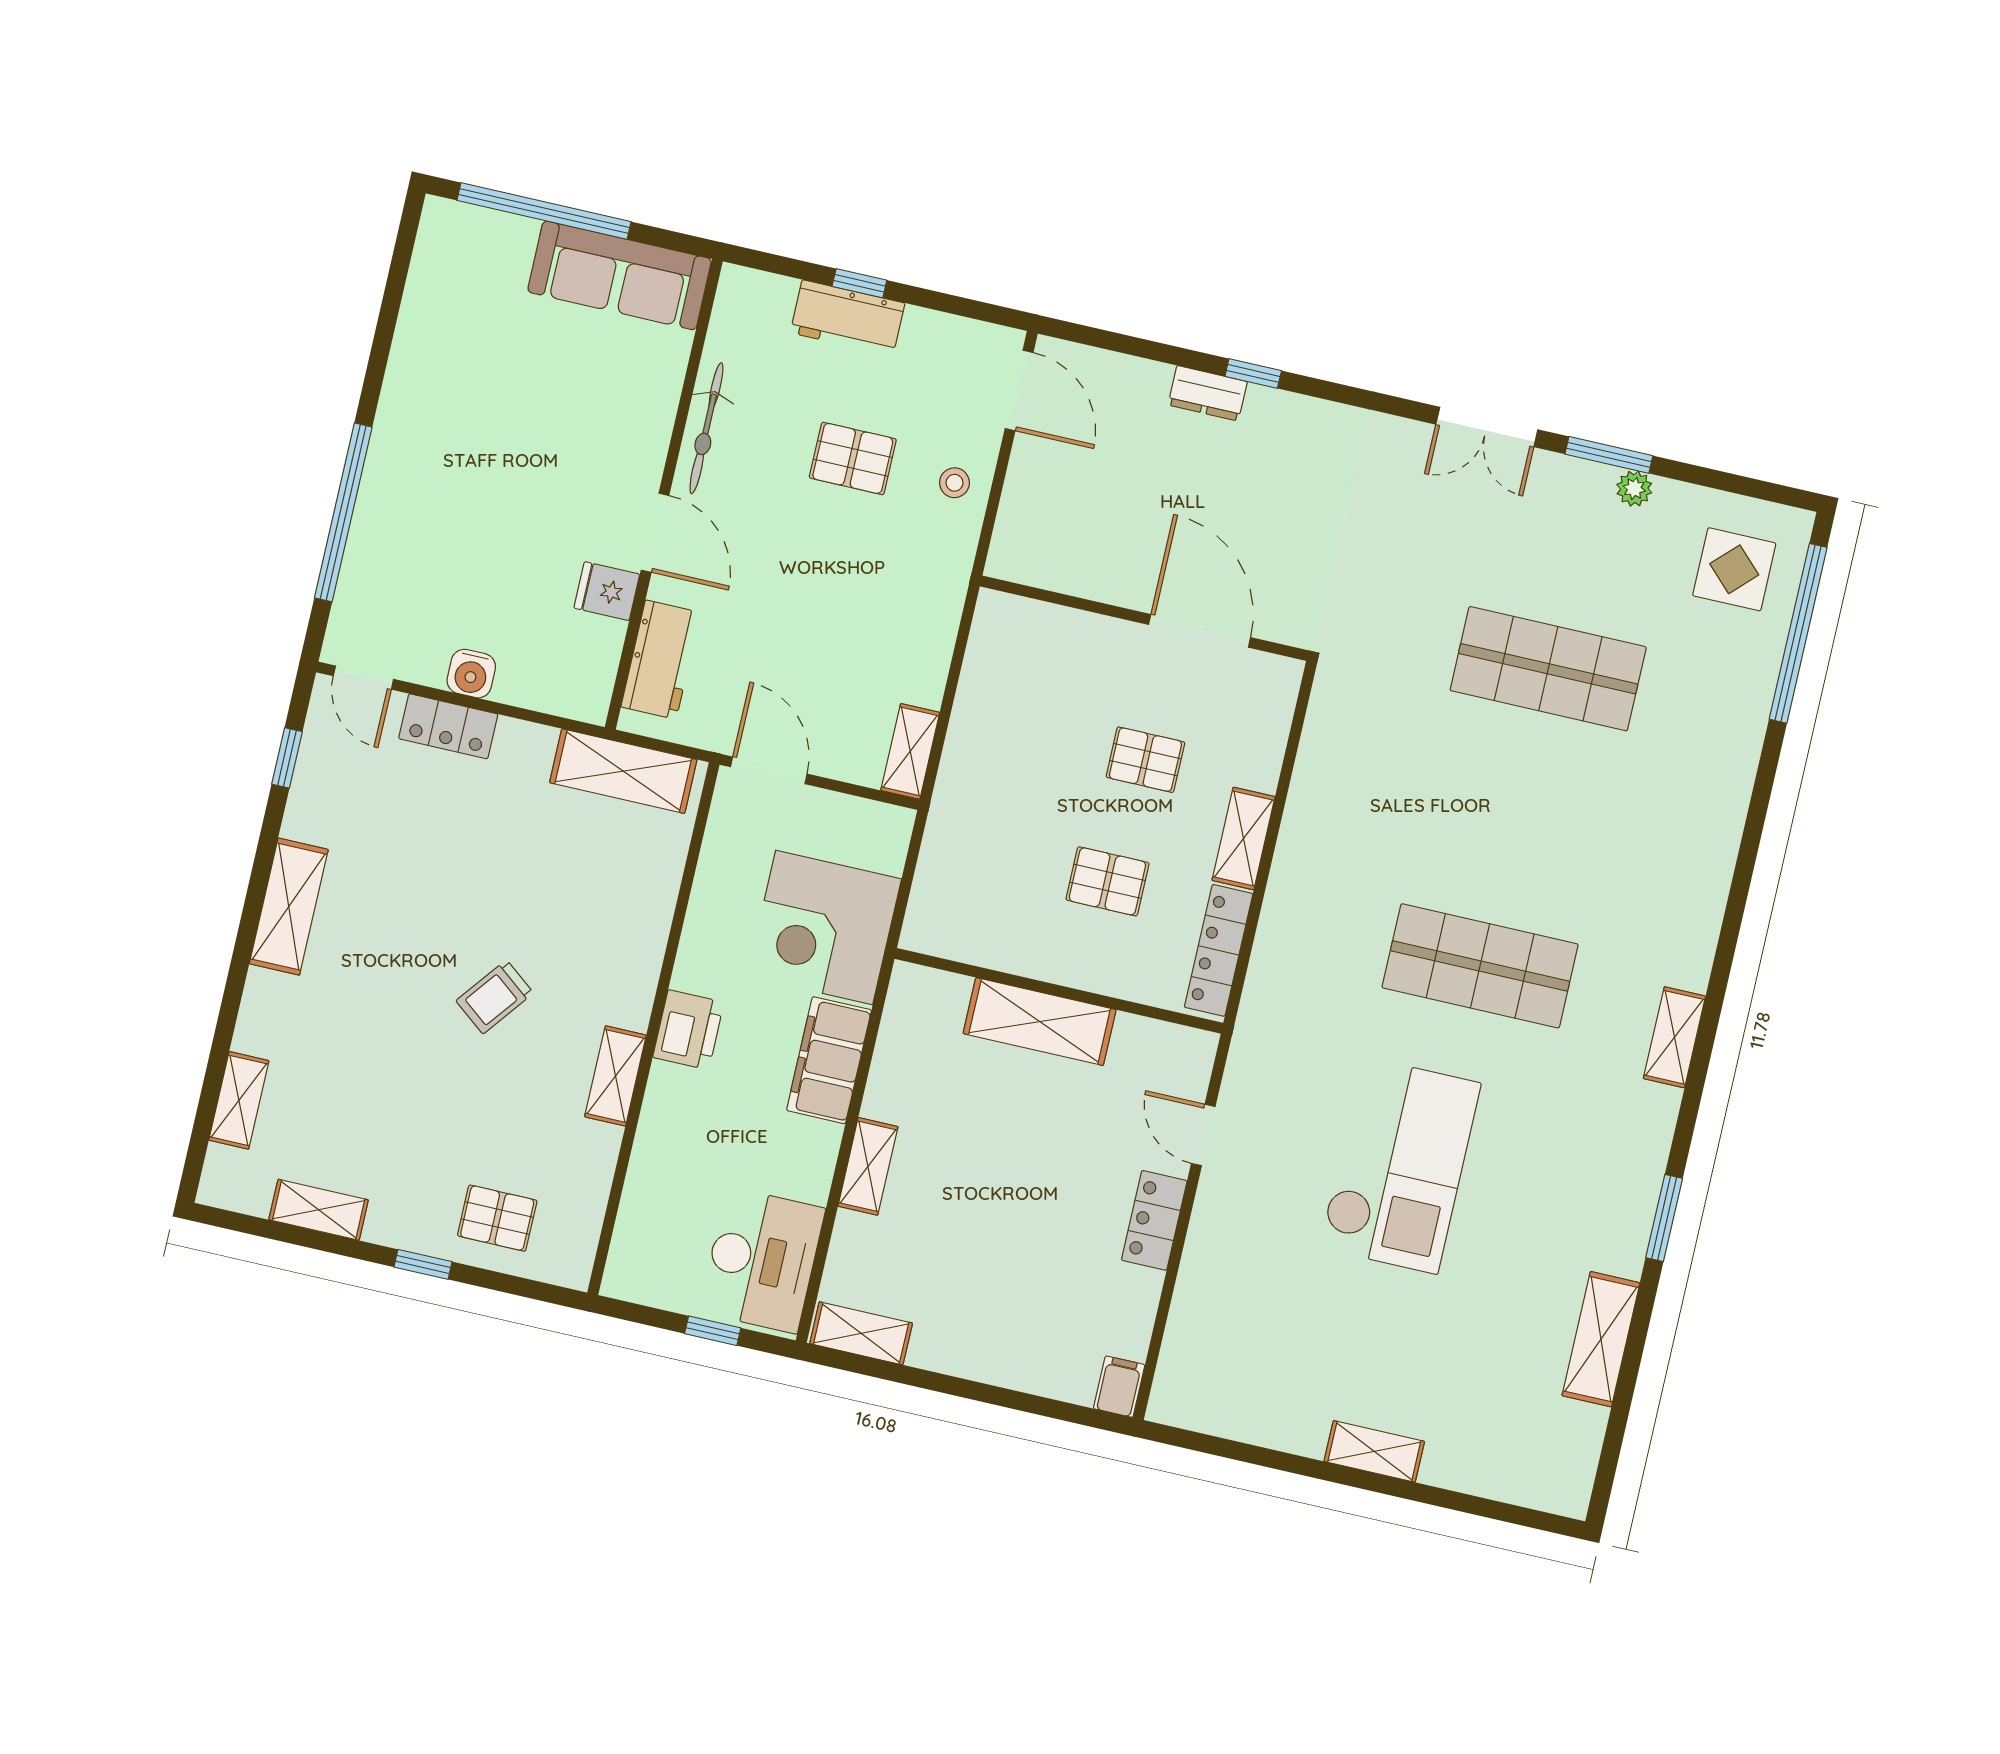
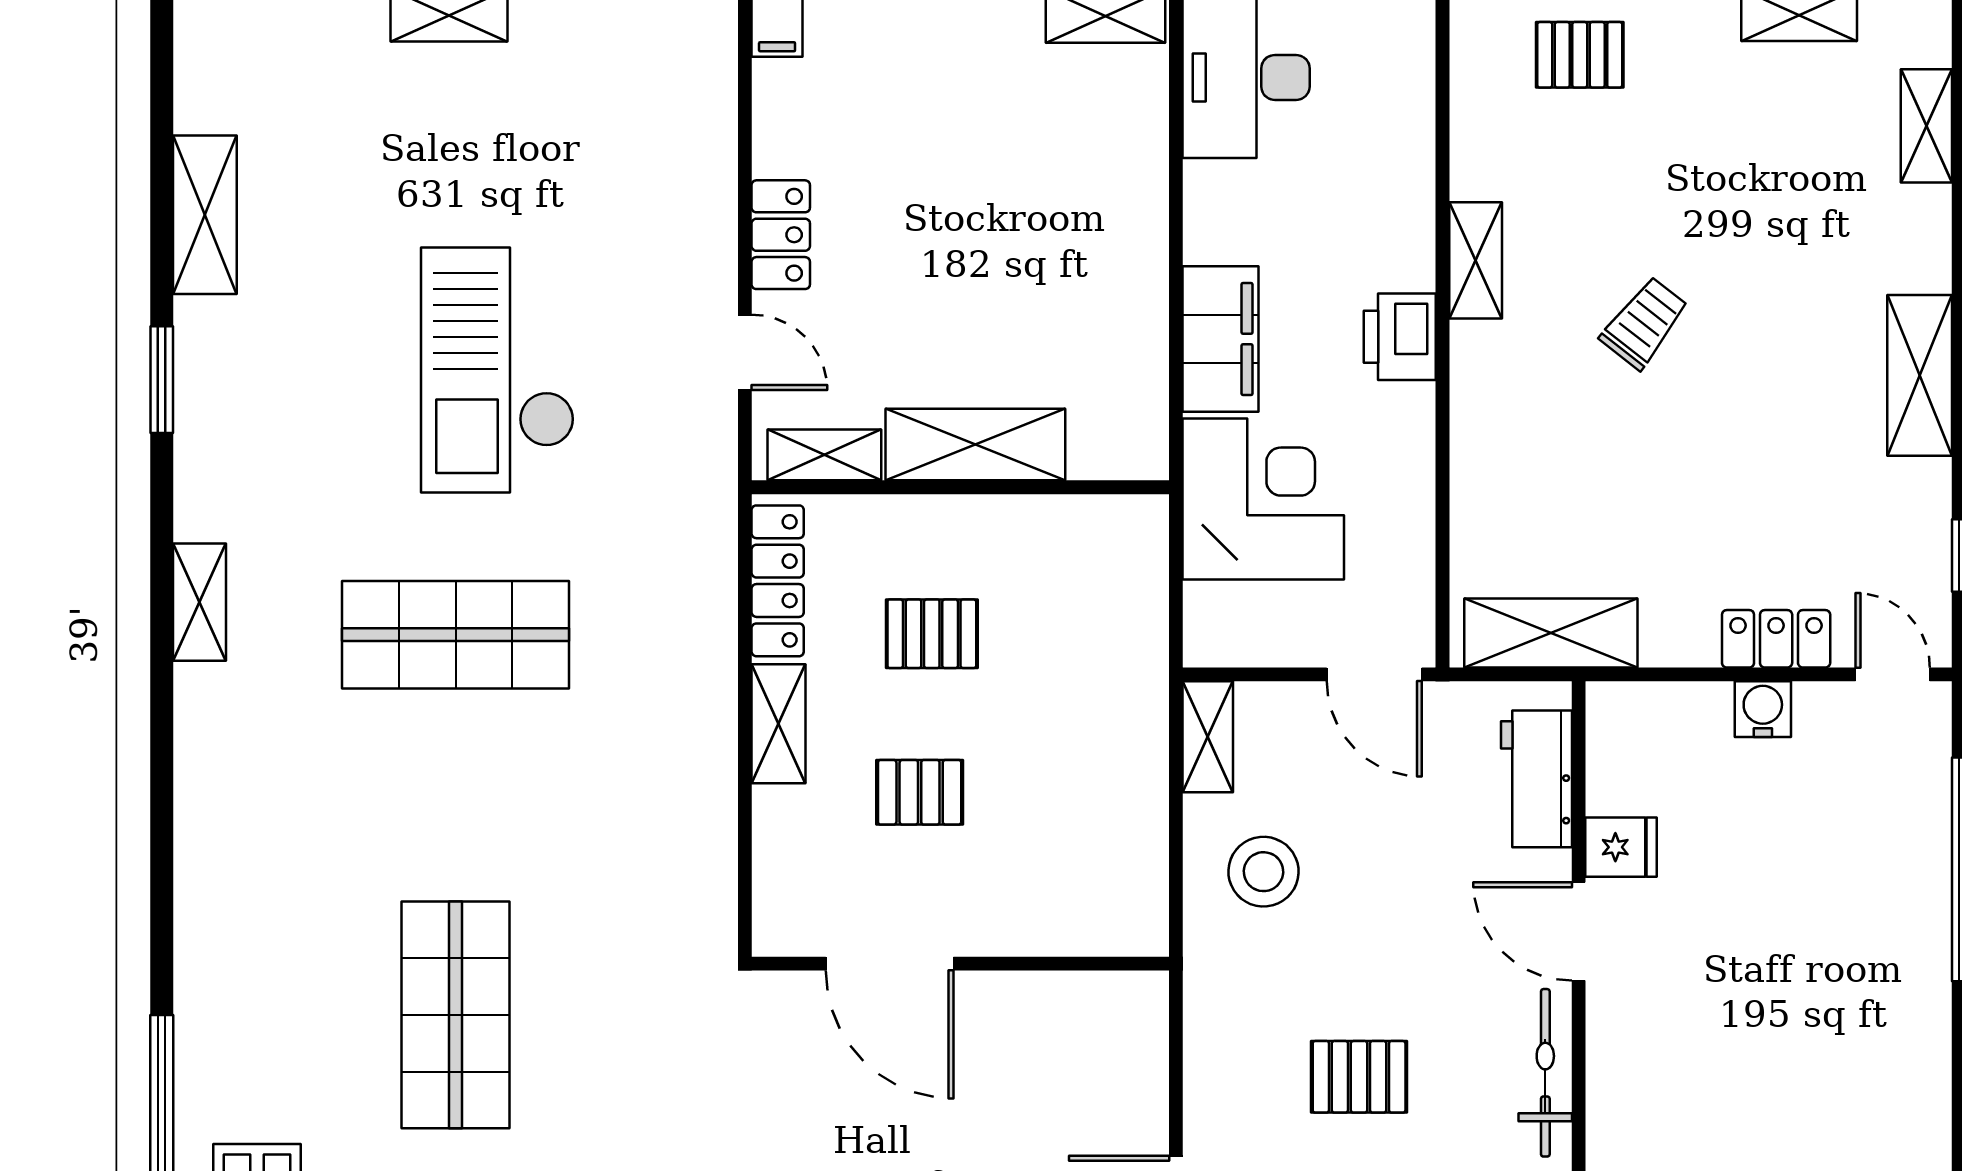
stool: (954, 483) -> (1263, 872), moved, width x1.89, depth x1.89
shop shelf: (1548, 669) -> (456, 1015), turned 90
shelving: (868, 1166) -> (824, 455), moved, turned 90

